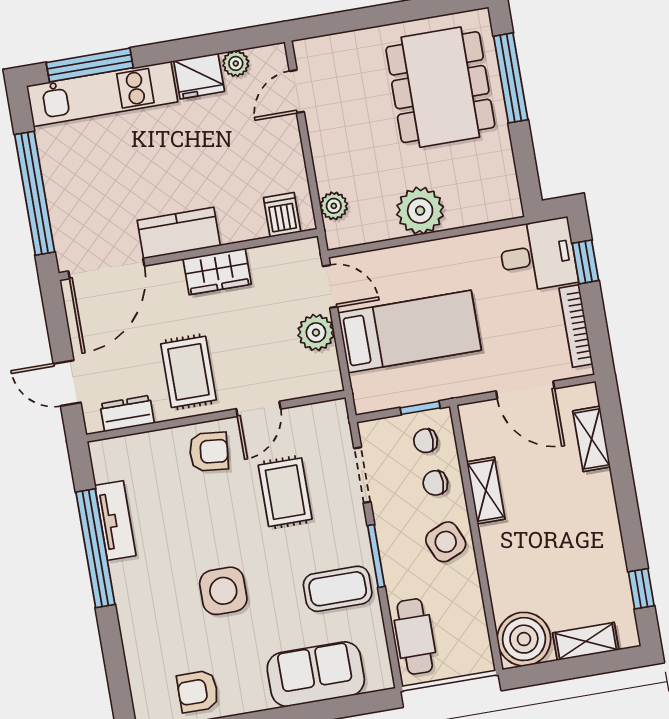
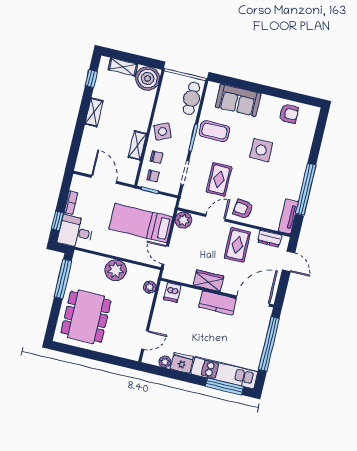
window: (511, 78) -> (63, 279), moved
bookcase: (576, 326) -> (71, 203), width x0.64
plant: (316, 333) -> (183, 220), moved
shelving: (592, 439) -> (94, 112), moved
tv unit: (115, 520) -> (288, 216), moved

